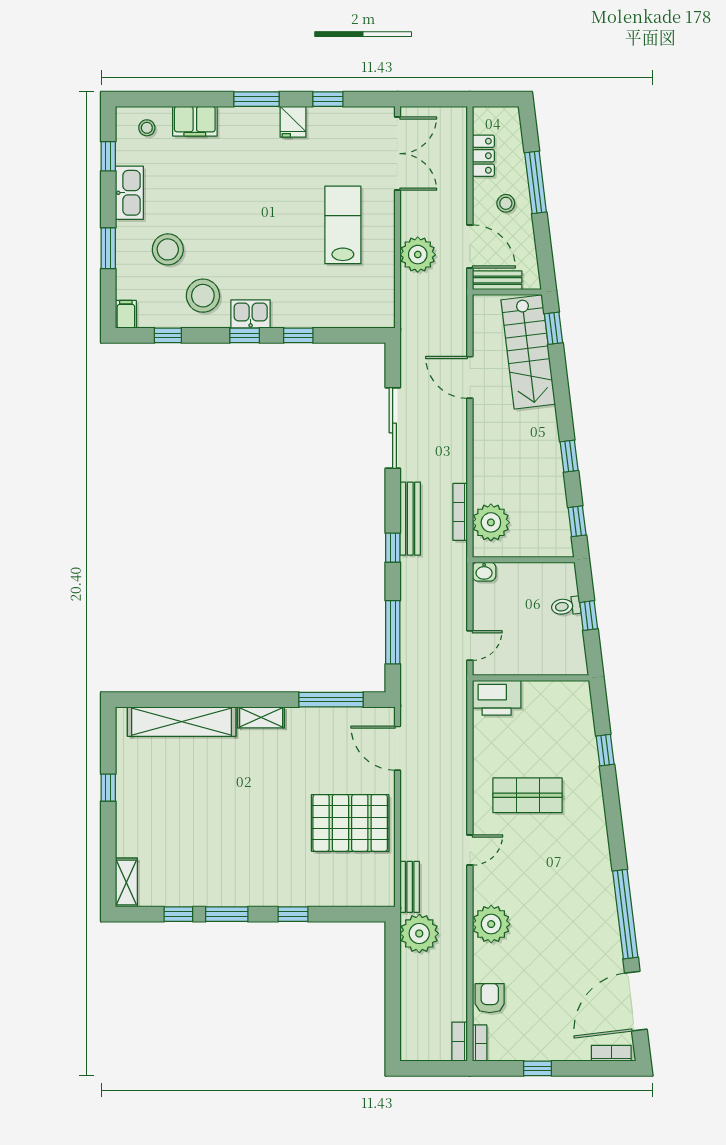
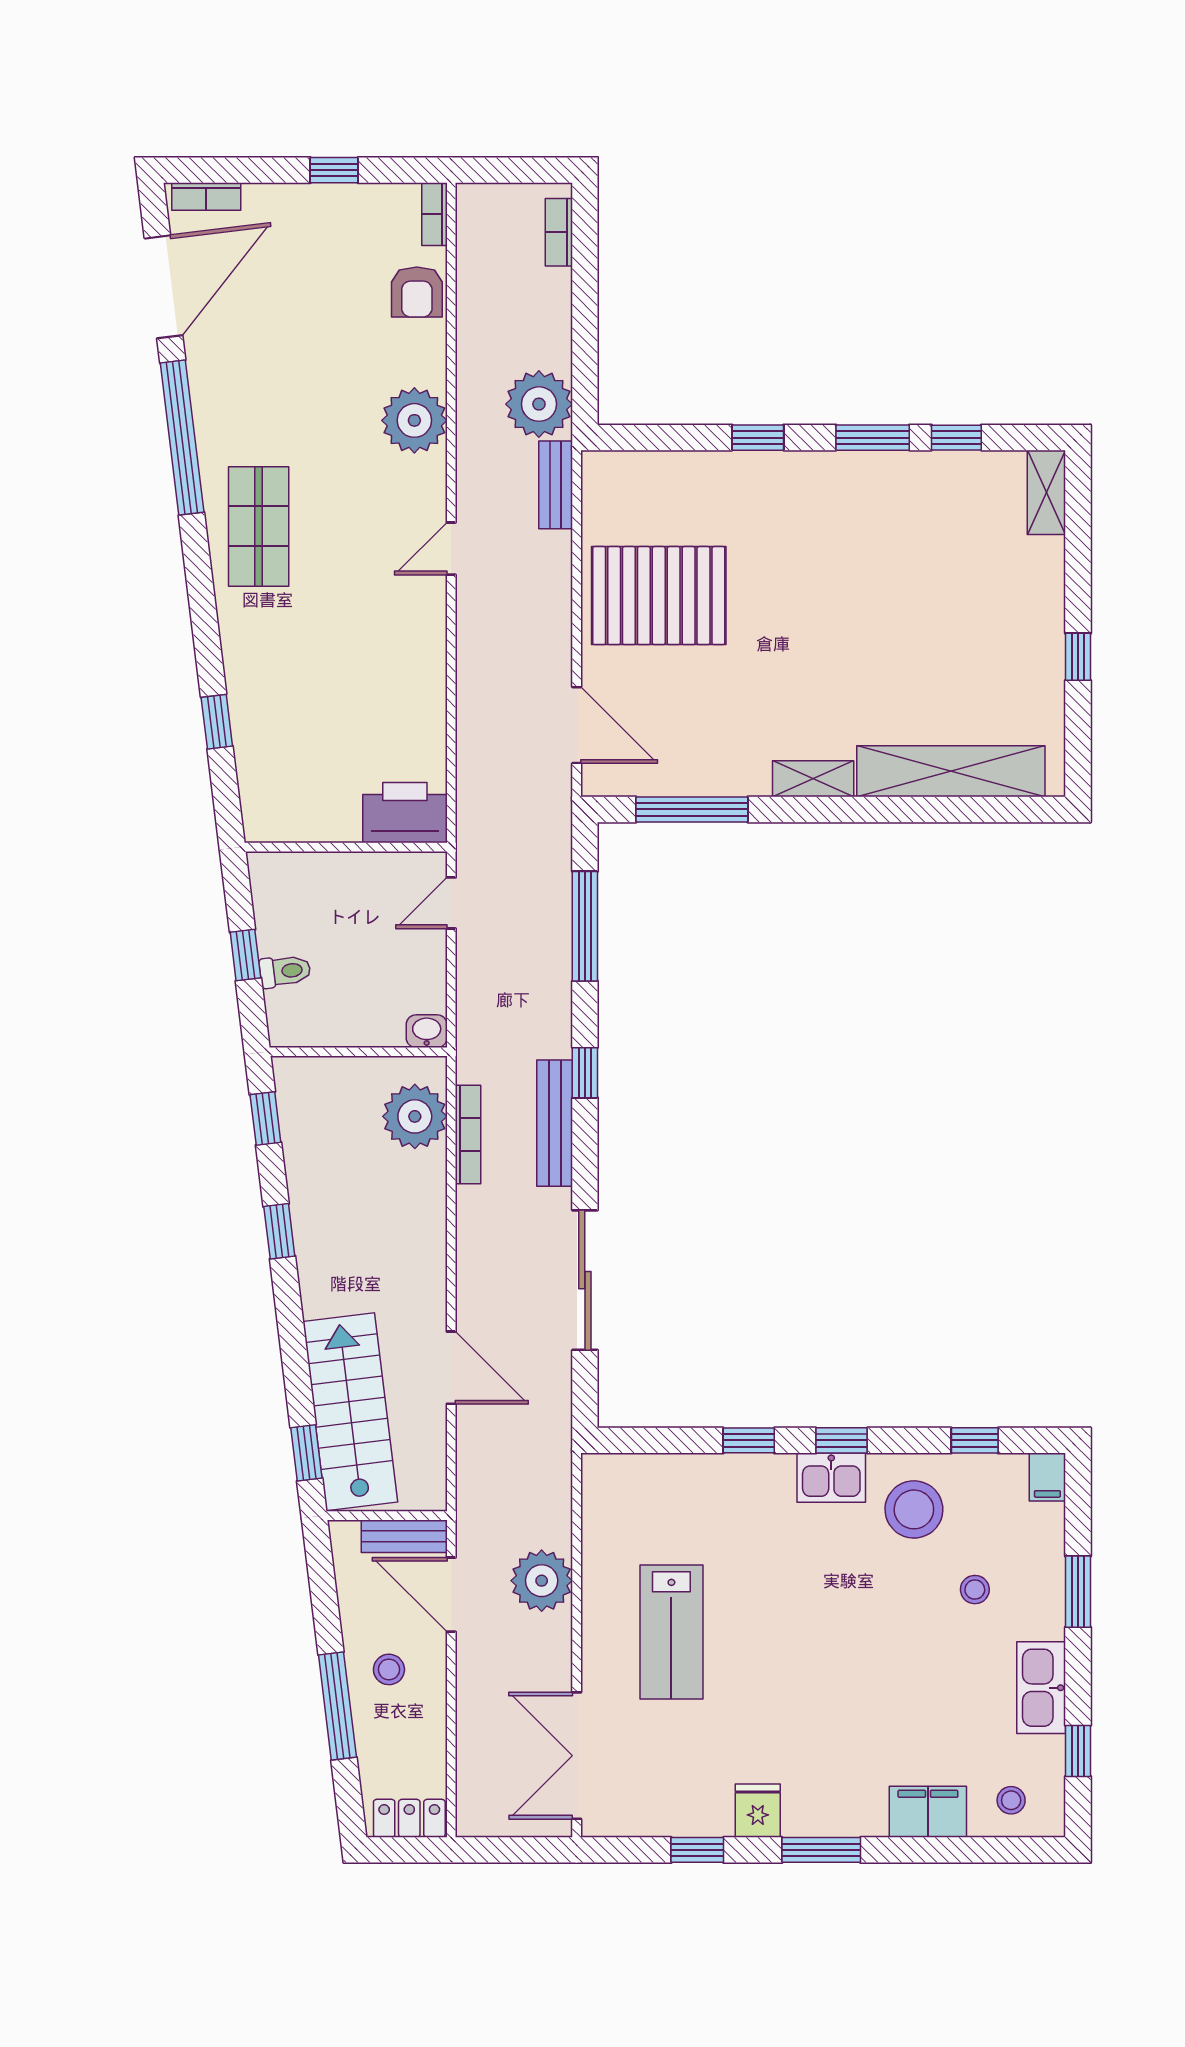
locker: (483, 156) -> (409, 1818), moved, turned 90
stool: (168, 249) -> (975, 1590), width x0.53, depth x0.53
shop shelf: (528, 795) -> (259, 526), moved, turned 90
bookcase: (460, 1042) -> (559, 232), moved, turned 180

